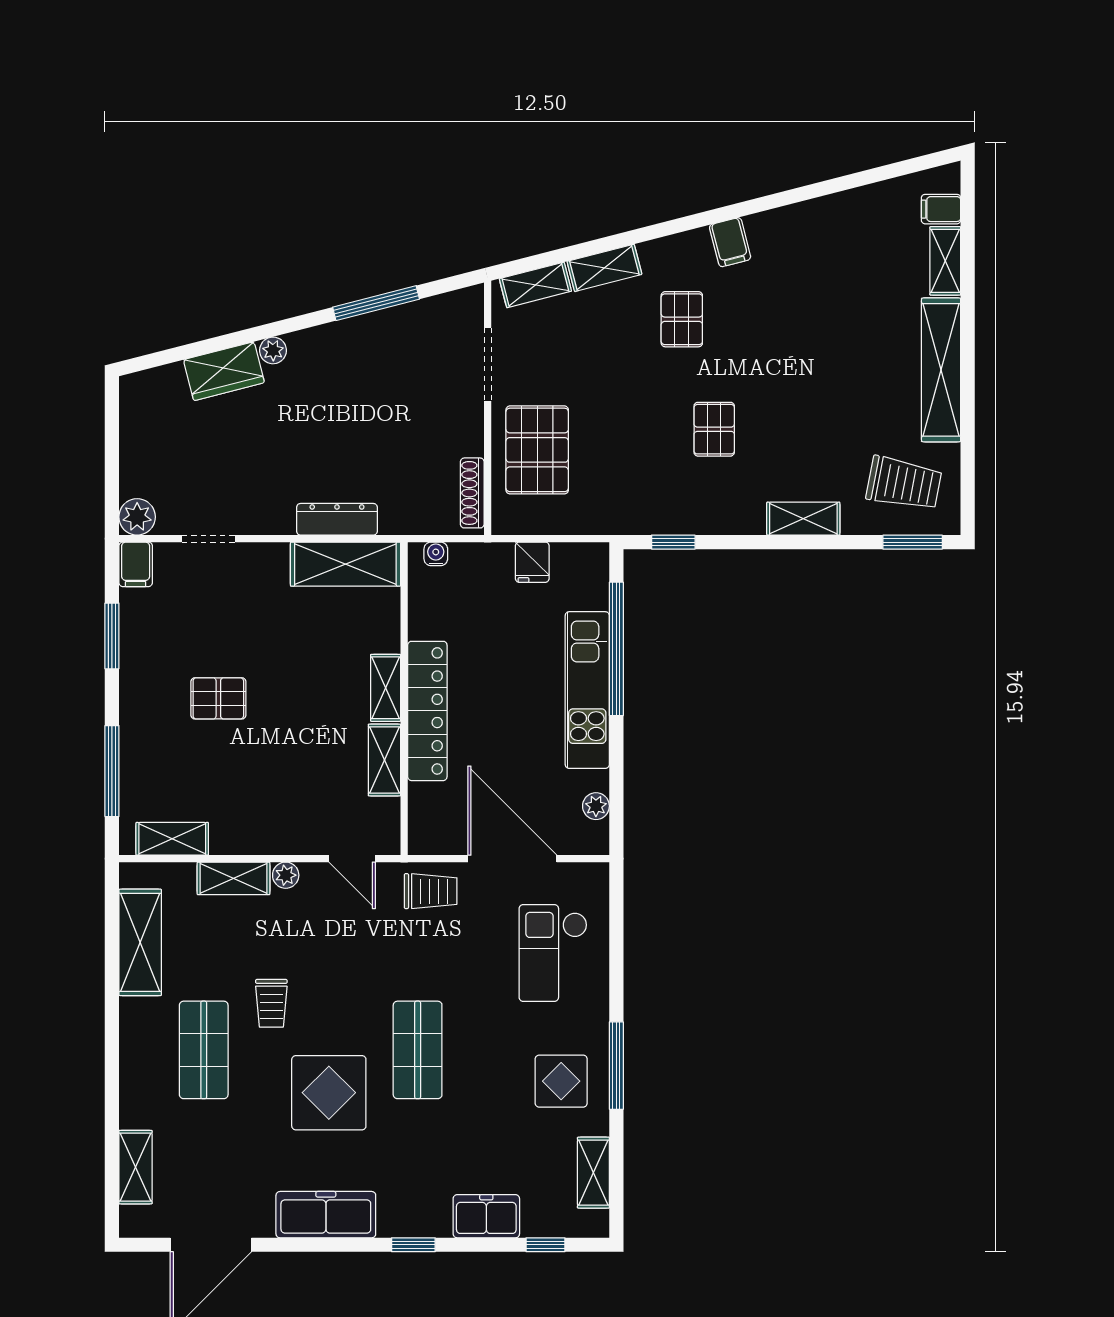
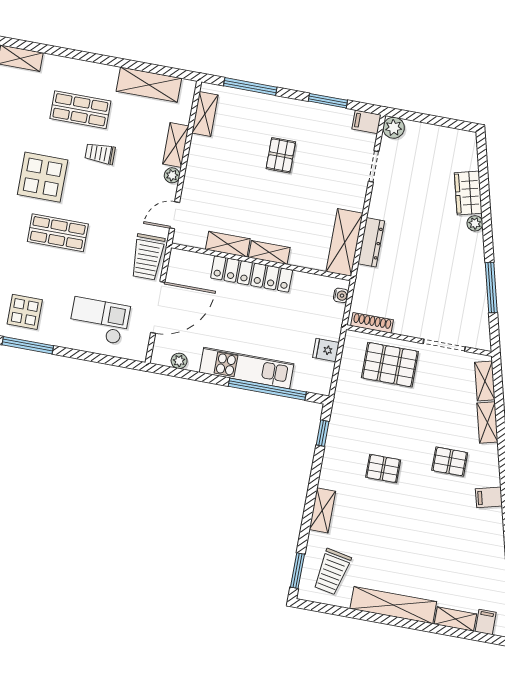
trolley: (431, 891) -> (148, 257), width x1.36, depth x1.39

